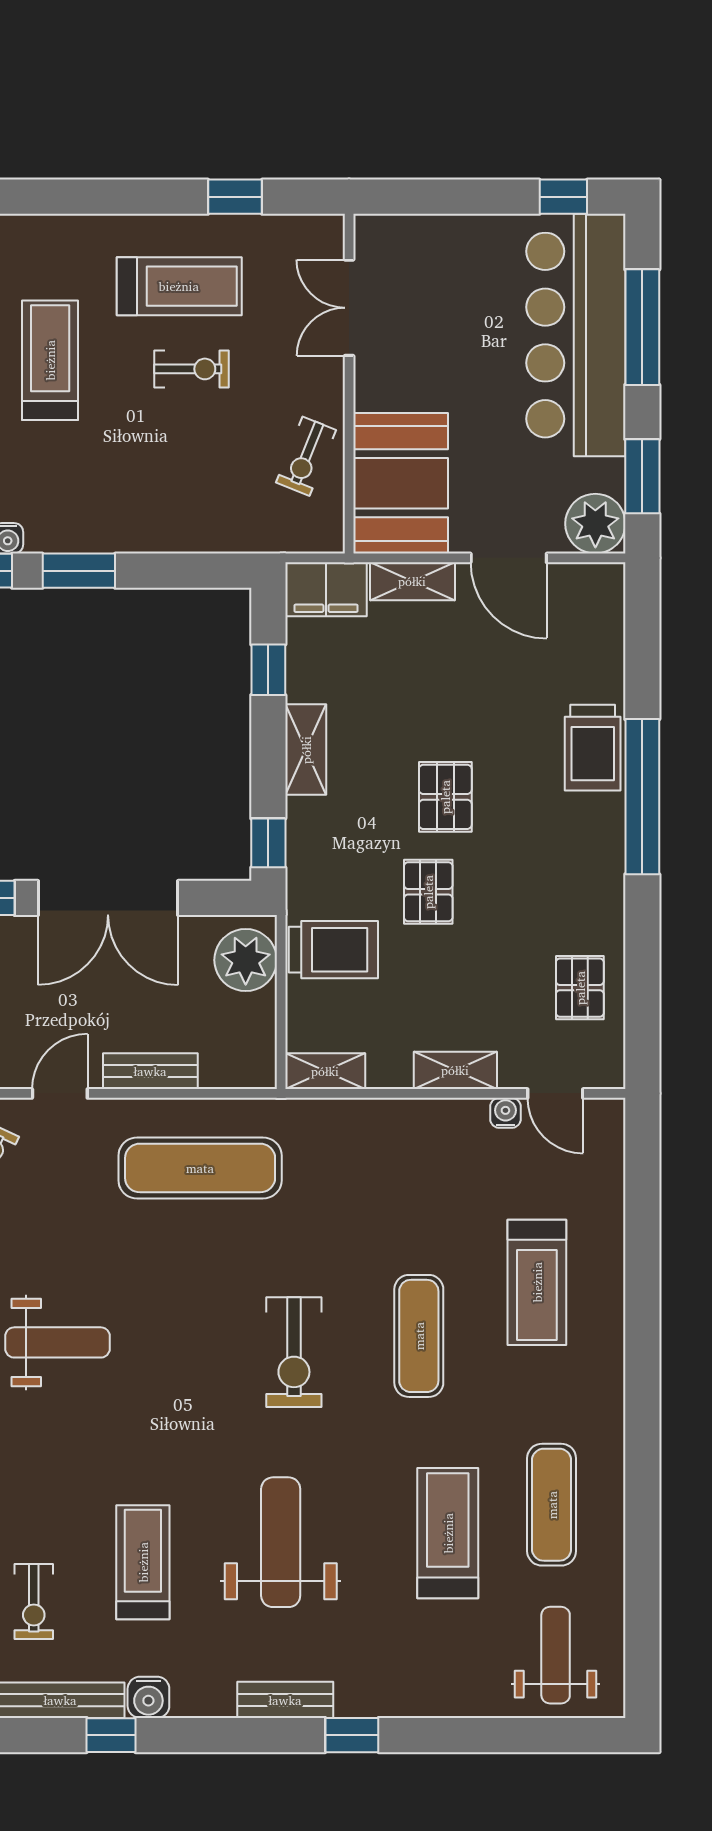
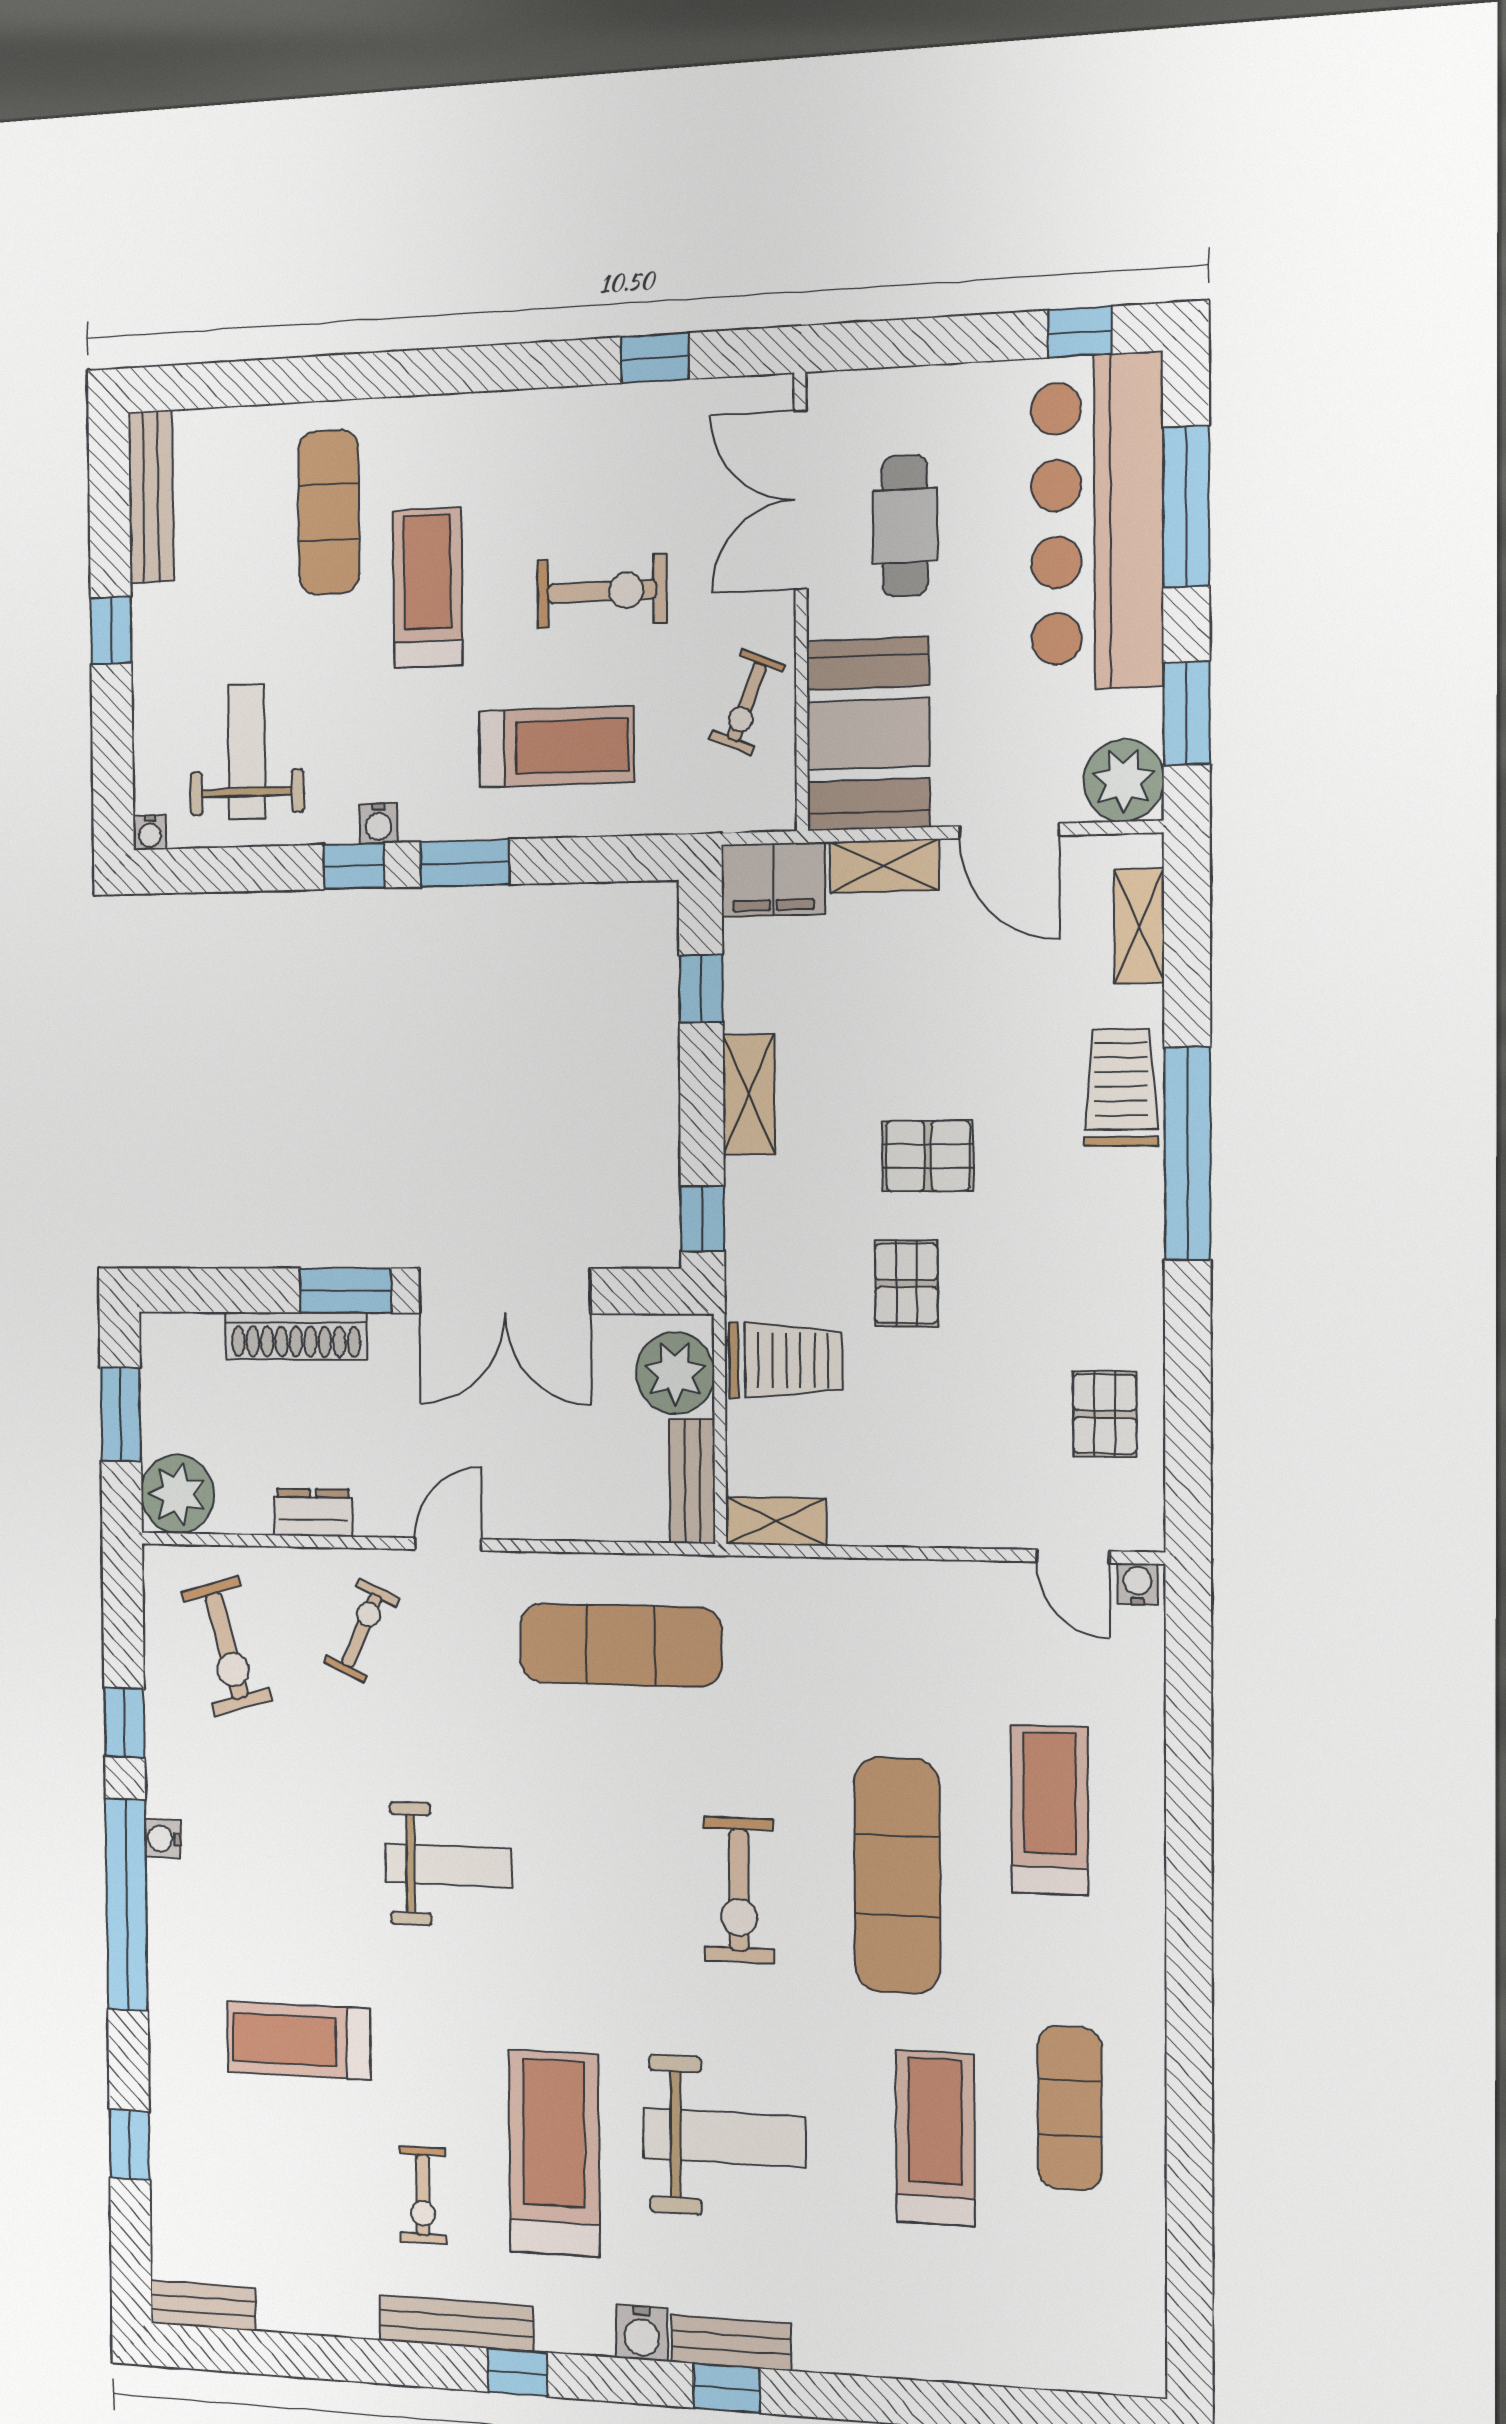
treadmill: (179, 286) -> (556, 747), moved
double door: (349, 308) -> (801, 500), width x1.37
cafe table: (430, 331) -> (905, 526), added
exercise bike: (192, 369) -> (602, 591), width x1.38, depth x1.39
trolley: (593, 748) -> (1121, 1087), turned 180
pallet: (445, 797) -> (928, 1156), turned 90
shelving: (455, 1070) -> (1139, 926), moved, turned 90
bench: (150, 1071) -> (692, 1481), moved, turned 90
water cooler: (505, 1113) -> (1137, 1584), moved
treadmill: (537, 1282) -> (1050, 1810), turned 180
exercise mat: (419, 1336) -> (897, 1875), width x1.36, depth x1.45
weight bench: (281, 1542) -> (724, 2138), turned 90
treadmill: (143, 1562) -> (554, 2153), width x1.37, depth x1.38
weight bench: (556, 1655) -> (1076, 2309), removed
water cooler: (148, 1697) -> (642, 2333), moved
window: (352, 1735) -> (727, 2388), moved

